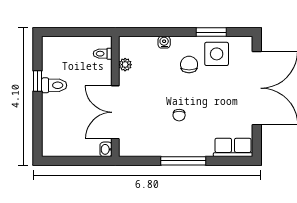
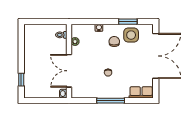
window: (38, 81) -> (21, 80), moved
toilet: (54, 85) -> (31, 54), removed

